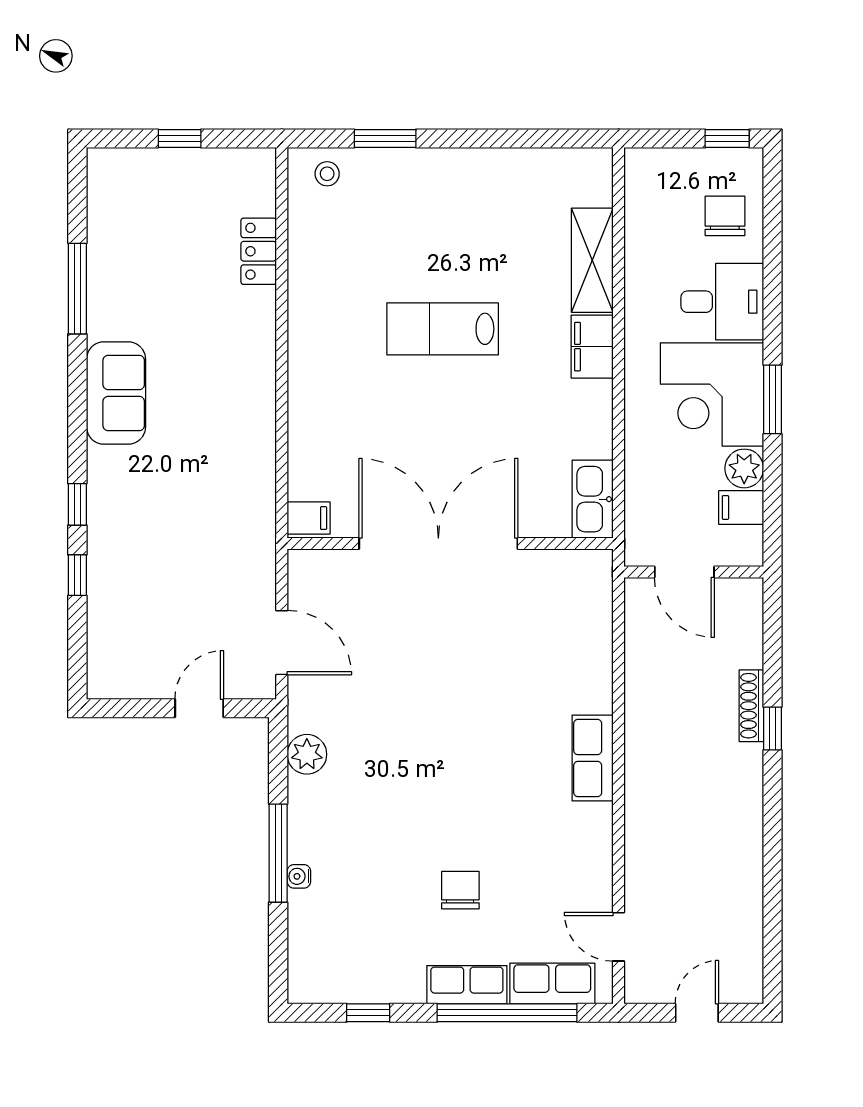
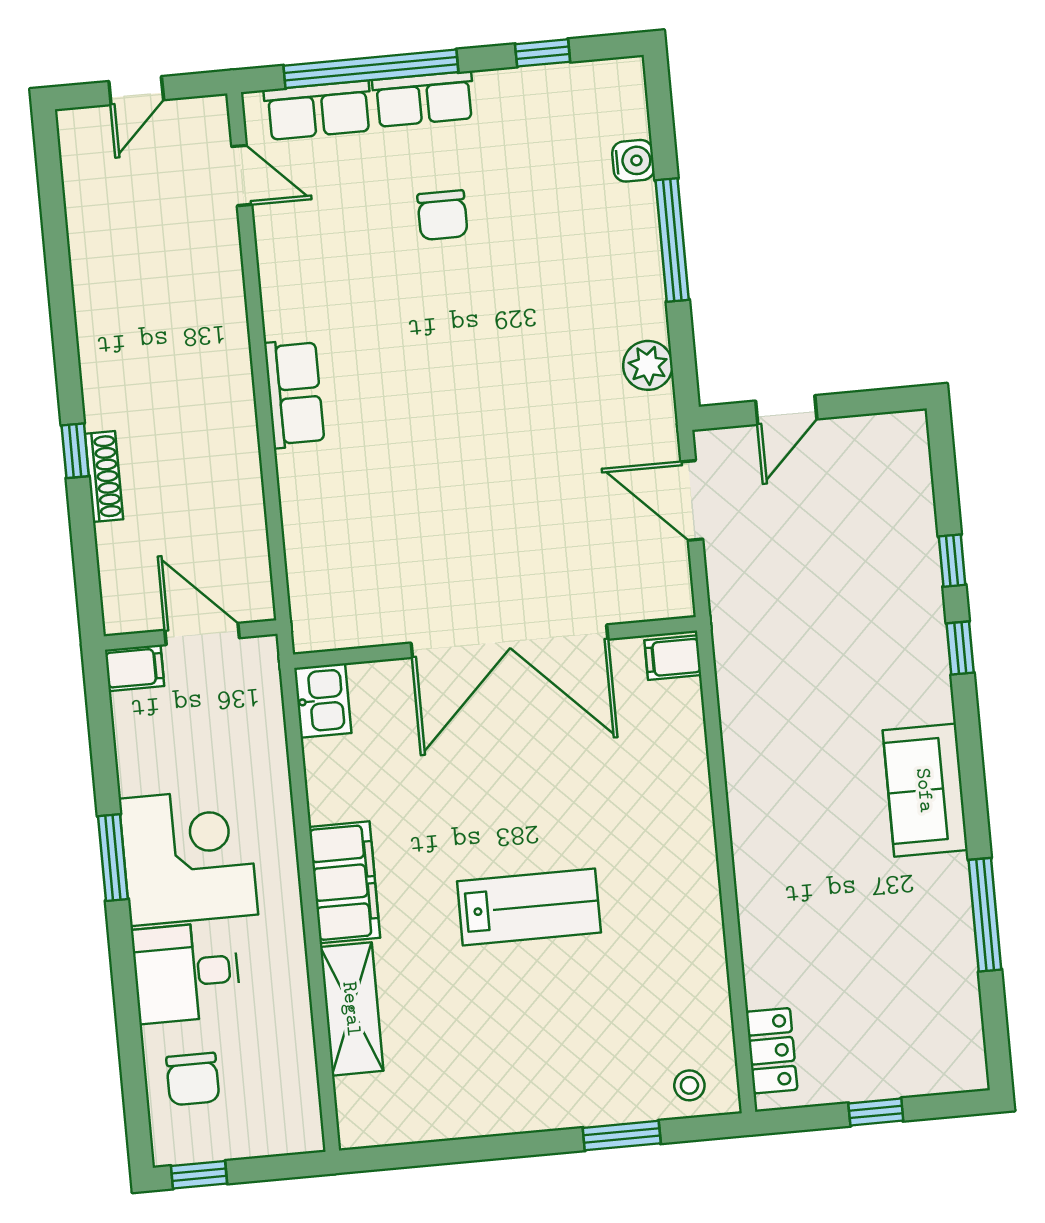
locker: (259, 251) -> (772, 1051), moved
filing cabinet: (592, 347) -> (345, 882), width x1.50, depth x1.17
plant: (744, 468) -> (140, 769), removed
kitchen sink: (593, 499) -> (323, 700), width x0.73
filing cabinet: (741, 507) -> (134, 668), moved
water cooler: (299, 876) -> (633, 161), moved, width x1.38, depth x1.38

